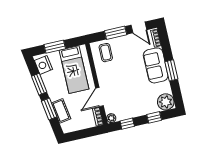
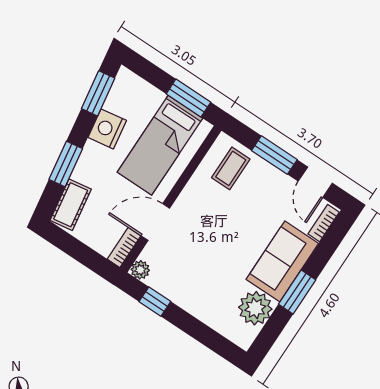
window: (55, 47) -> (188, 98), moved
nightstand: (43, 65) -> (107, 129), moved
window: (39, 84) -> (98, 93), moved
plant: (166, 102) -> (255, 308), moved
cot: (61, 111) -> (71, 205), moved
window: (154, 117) -> (202, 333), removed

